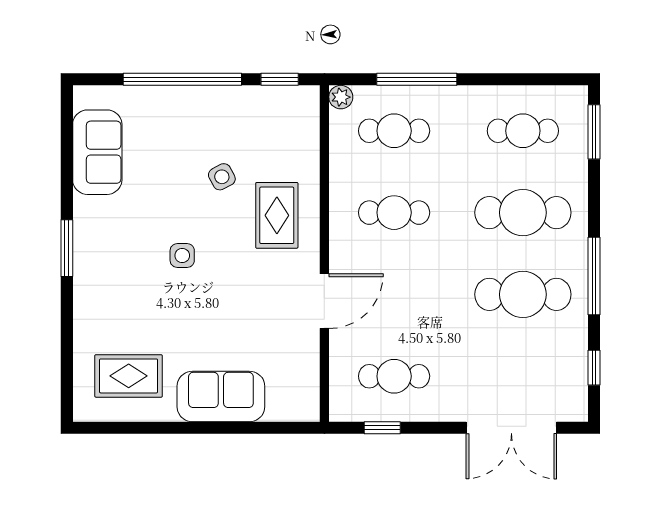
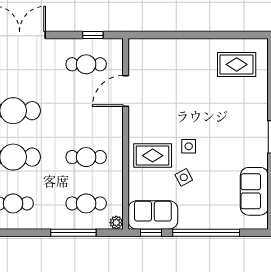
rug: (277, 215) -> (153, 156), turned 90
side table: (182, 256) -> (189, 146), moved
door: (324, 301) -> (126, 91), moved
sofa: (221, 396) -> (153, 215), moved, turned 180

